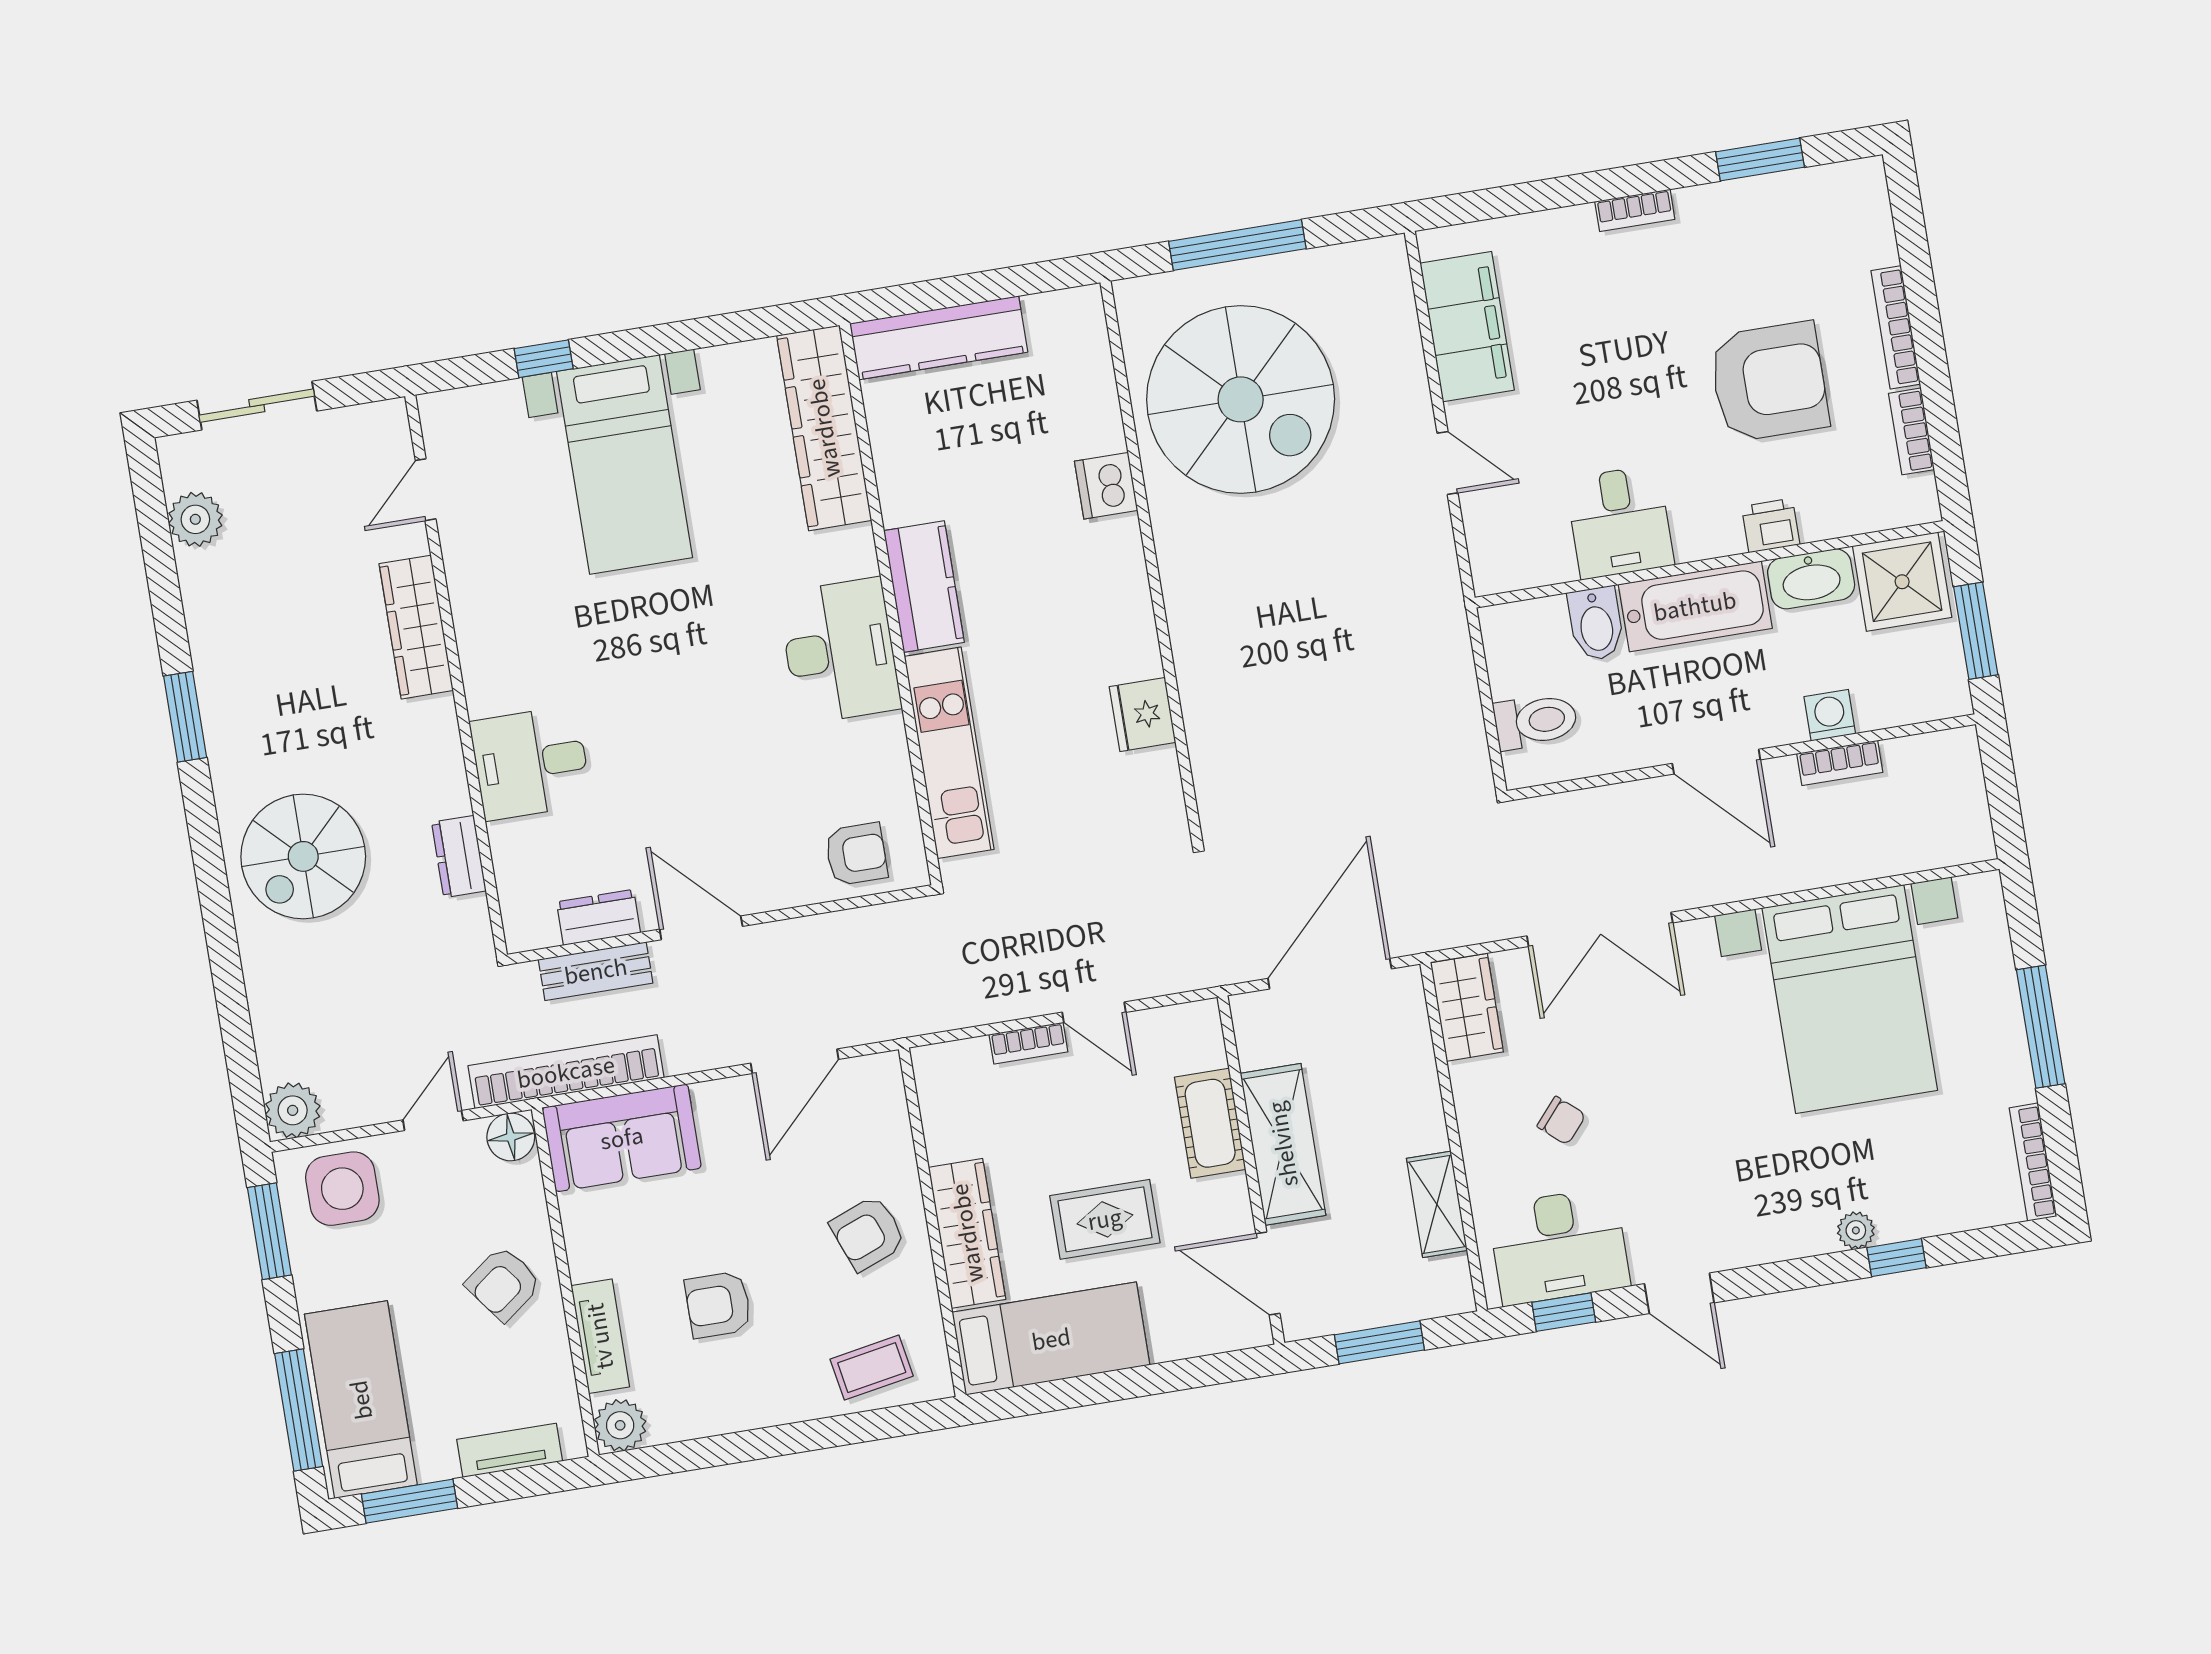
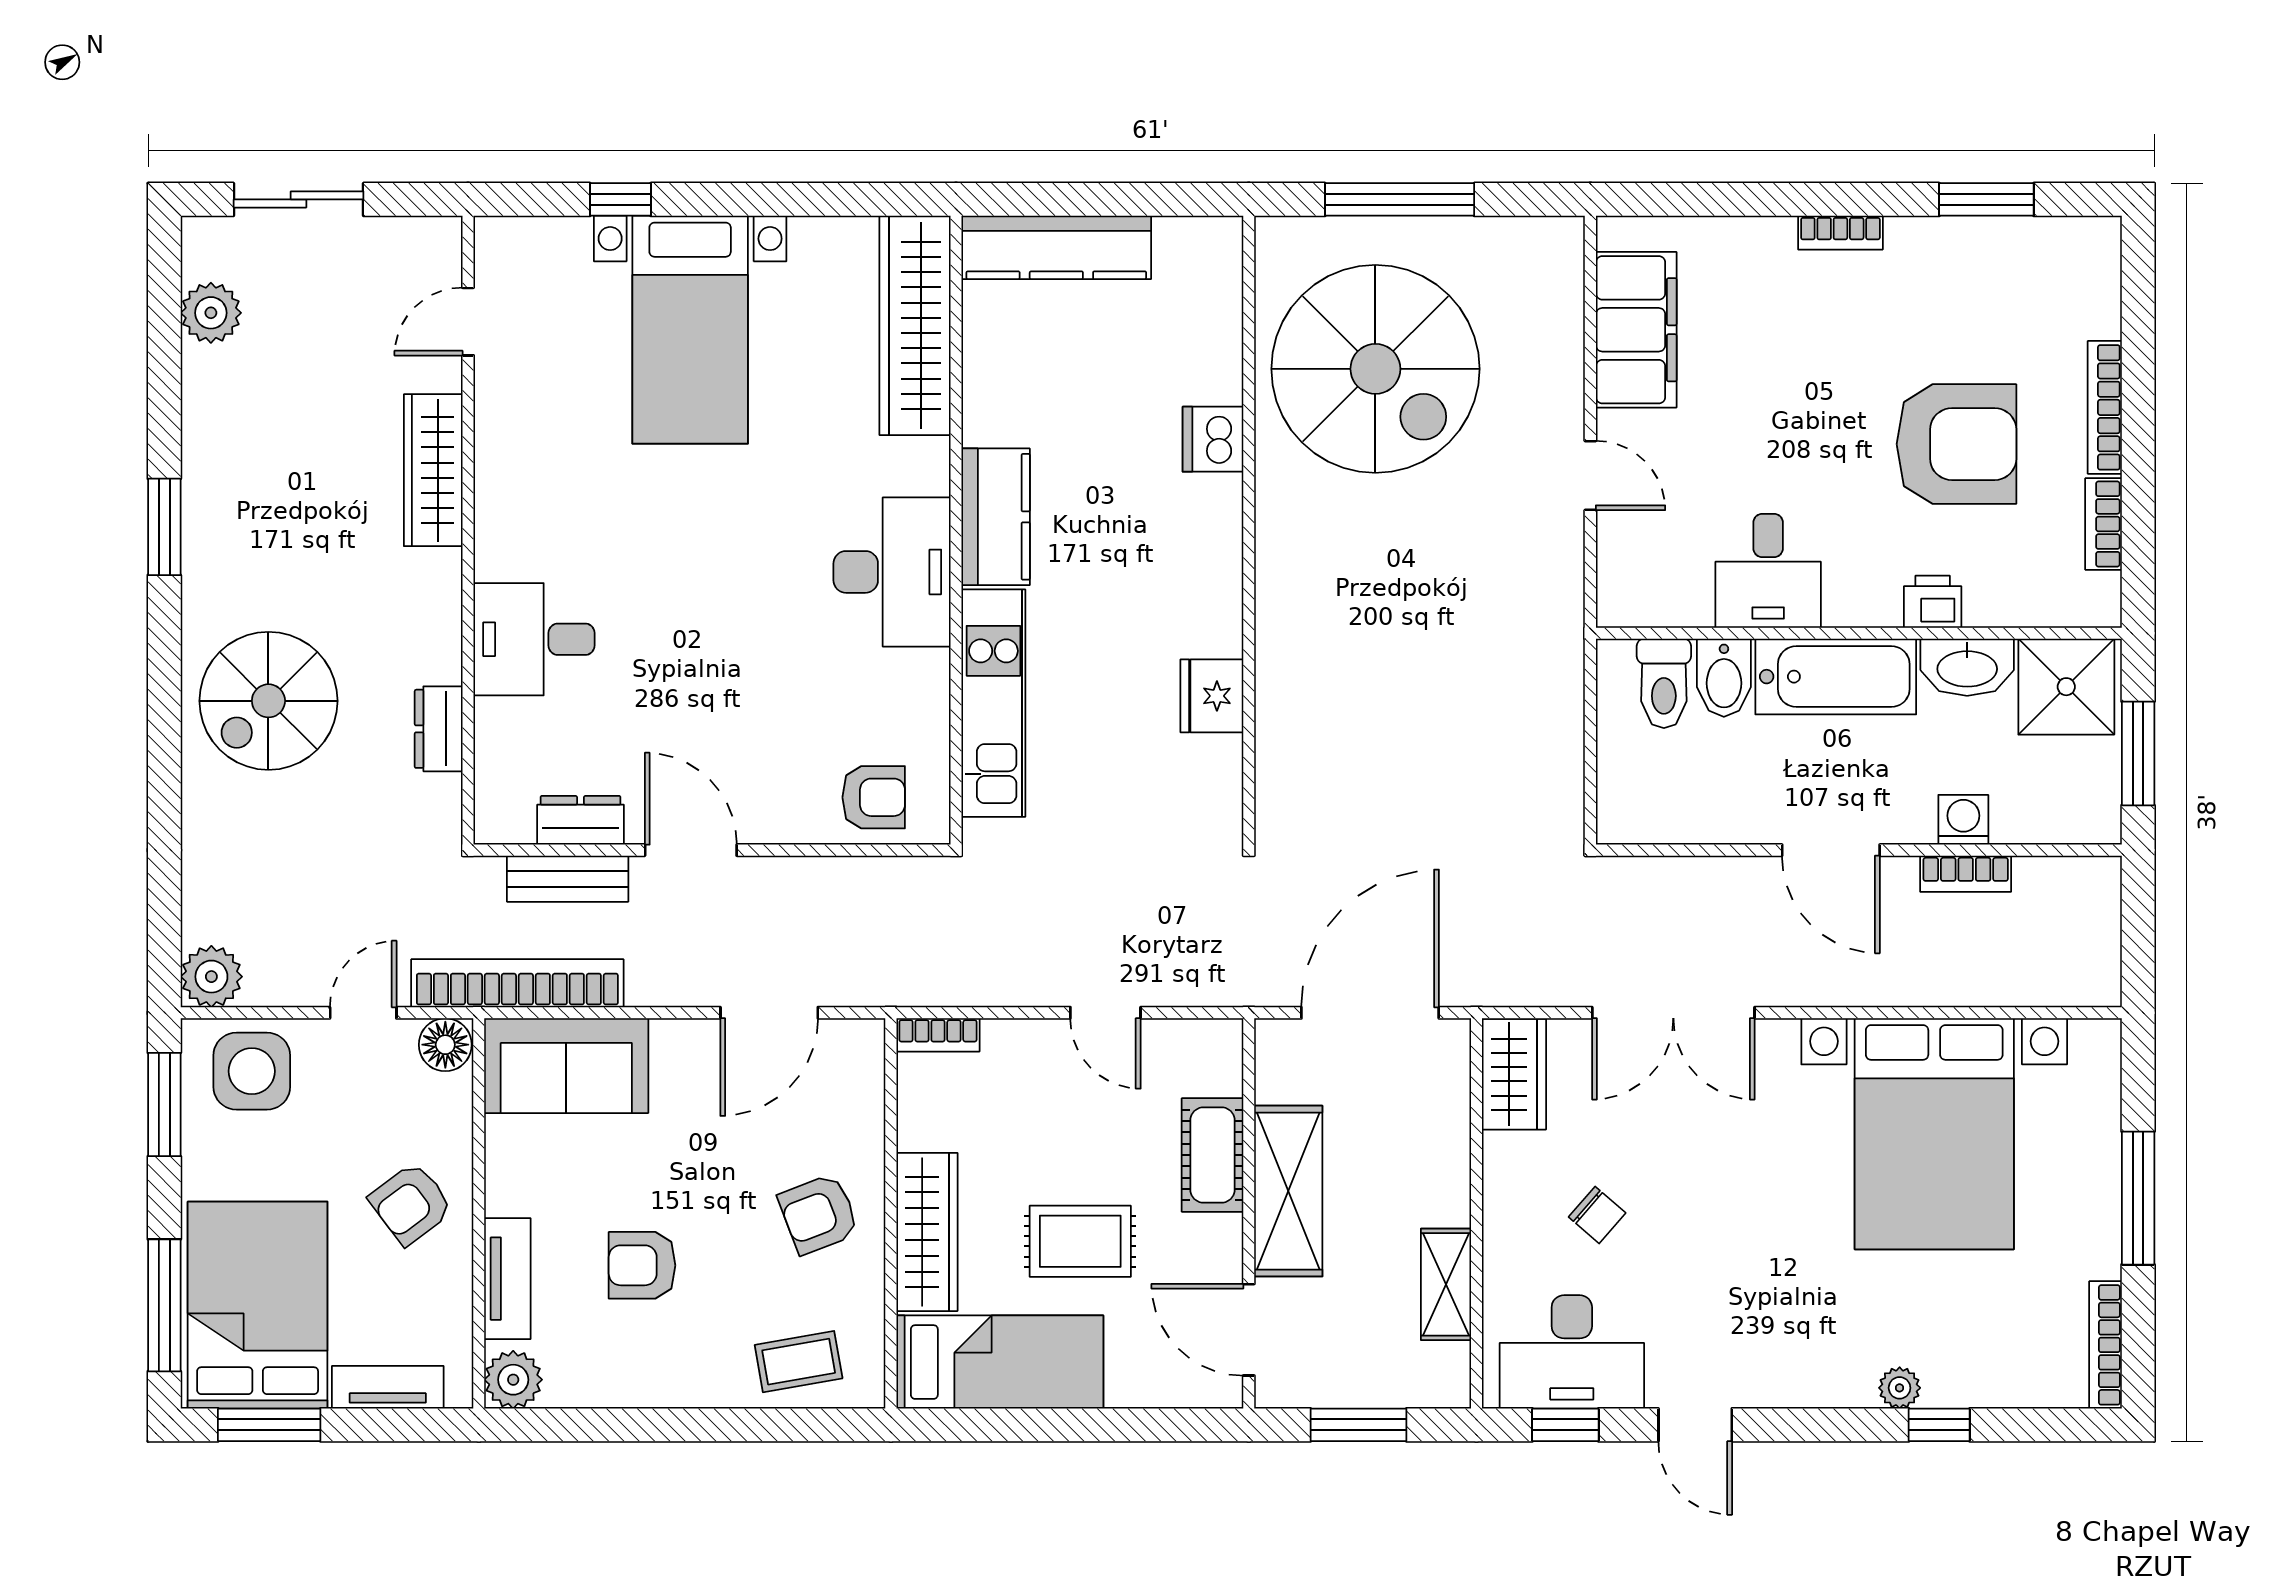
toilet: (1536, 721) -> (1664, 683), moved, turned 90
bookcase: (1028, 1043) -> (938, 1035), moved
bed: (361, 1400) -> (258, 1305), width x1.50

